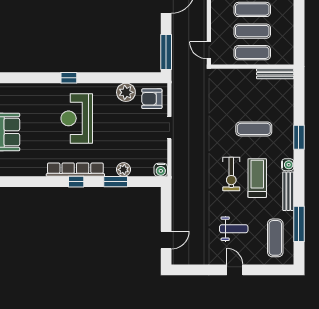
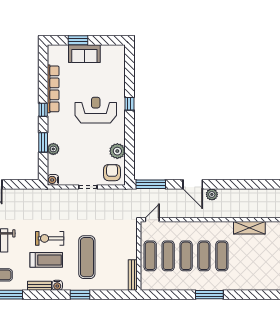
exercise mat: (254, 129) -> (87, 257), width x1.36, depth x1.45
row of seats: (75, 170) -> (53, 89), moved
bench: (288, 191) -> (40, 286), width x0.73

